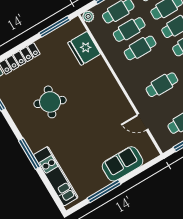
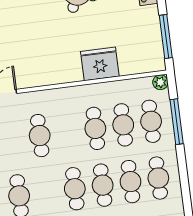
fridge: (84, 48) -> (100, 64), moved

